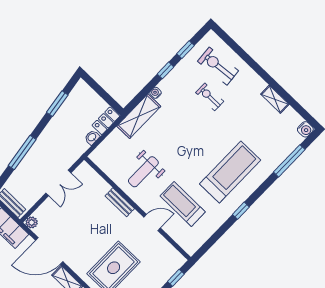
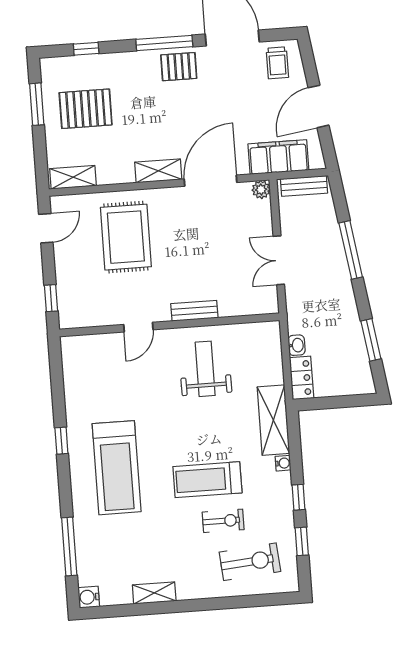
treadmill: (183, 204) -> (207, 480), moved, turned 180

